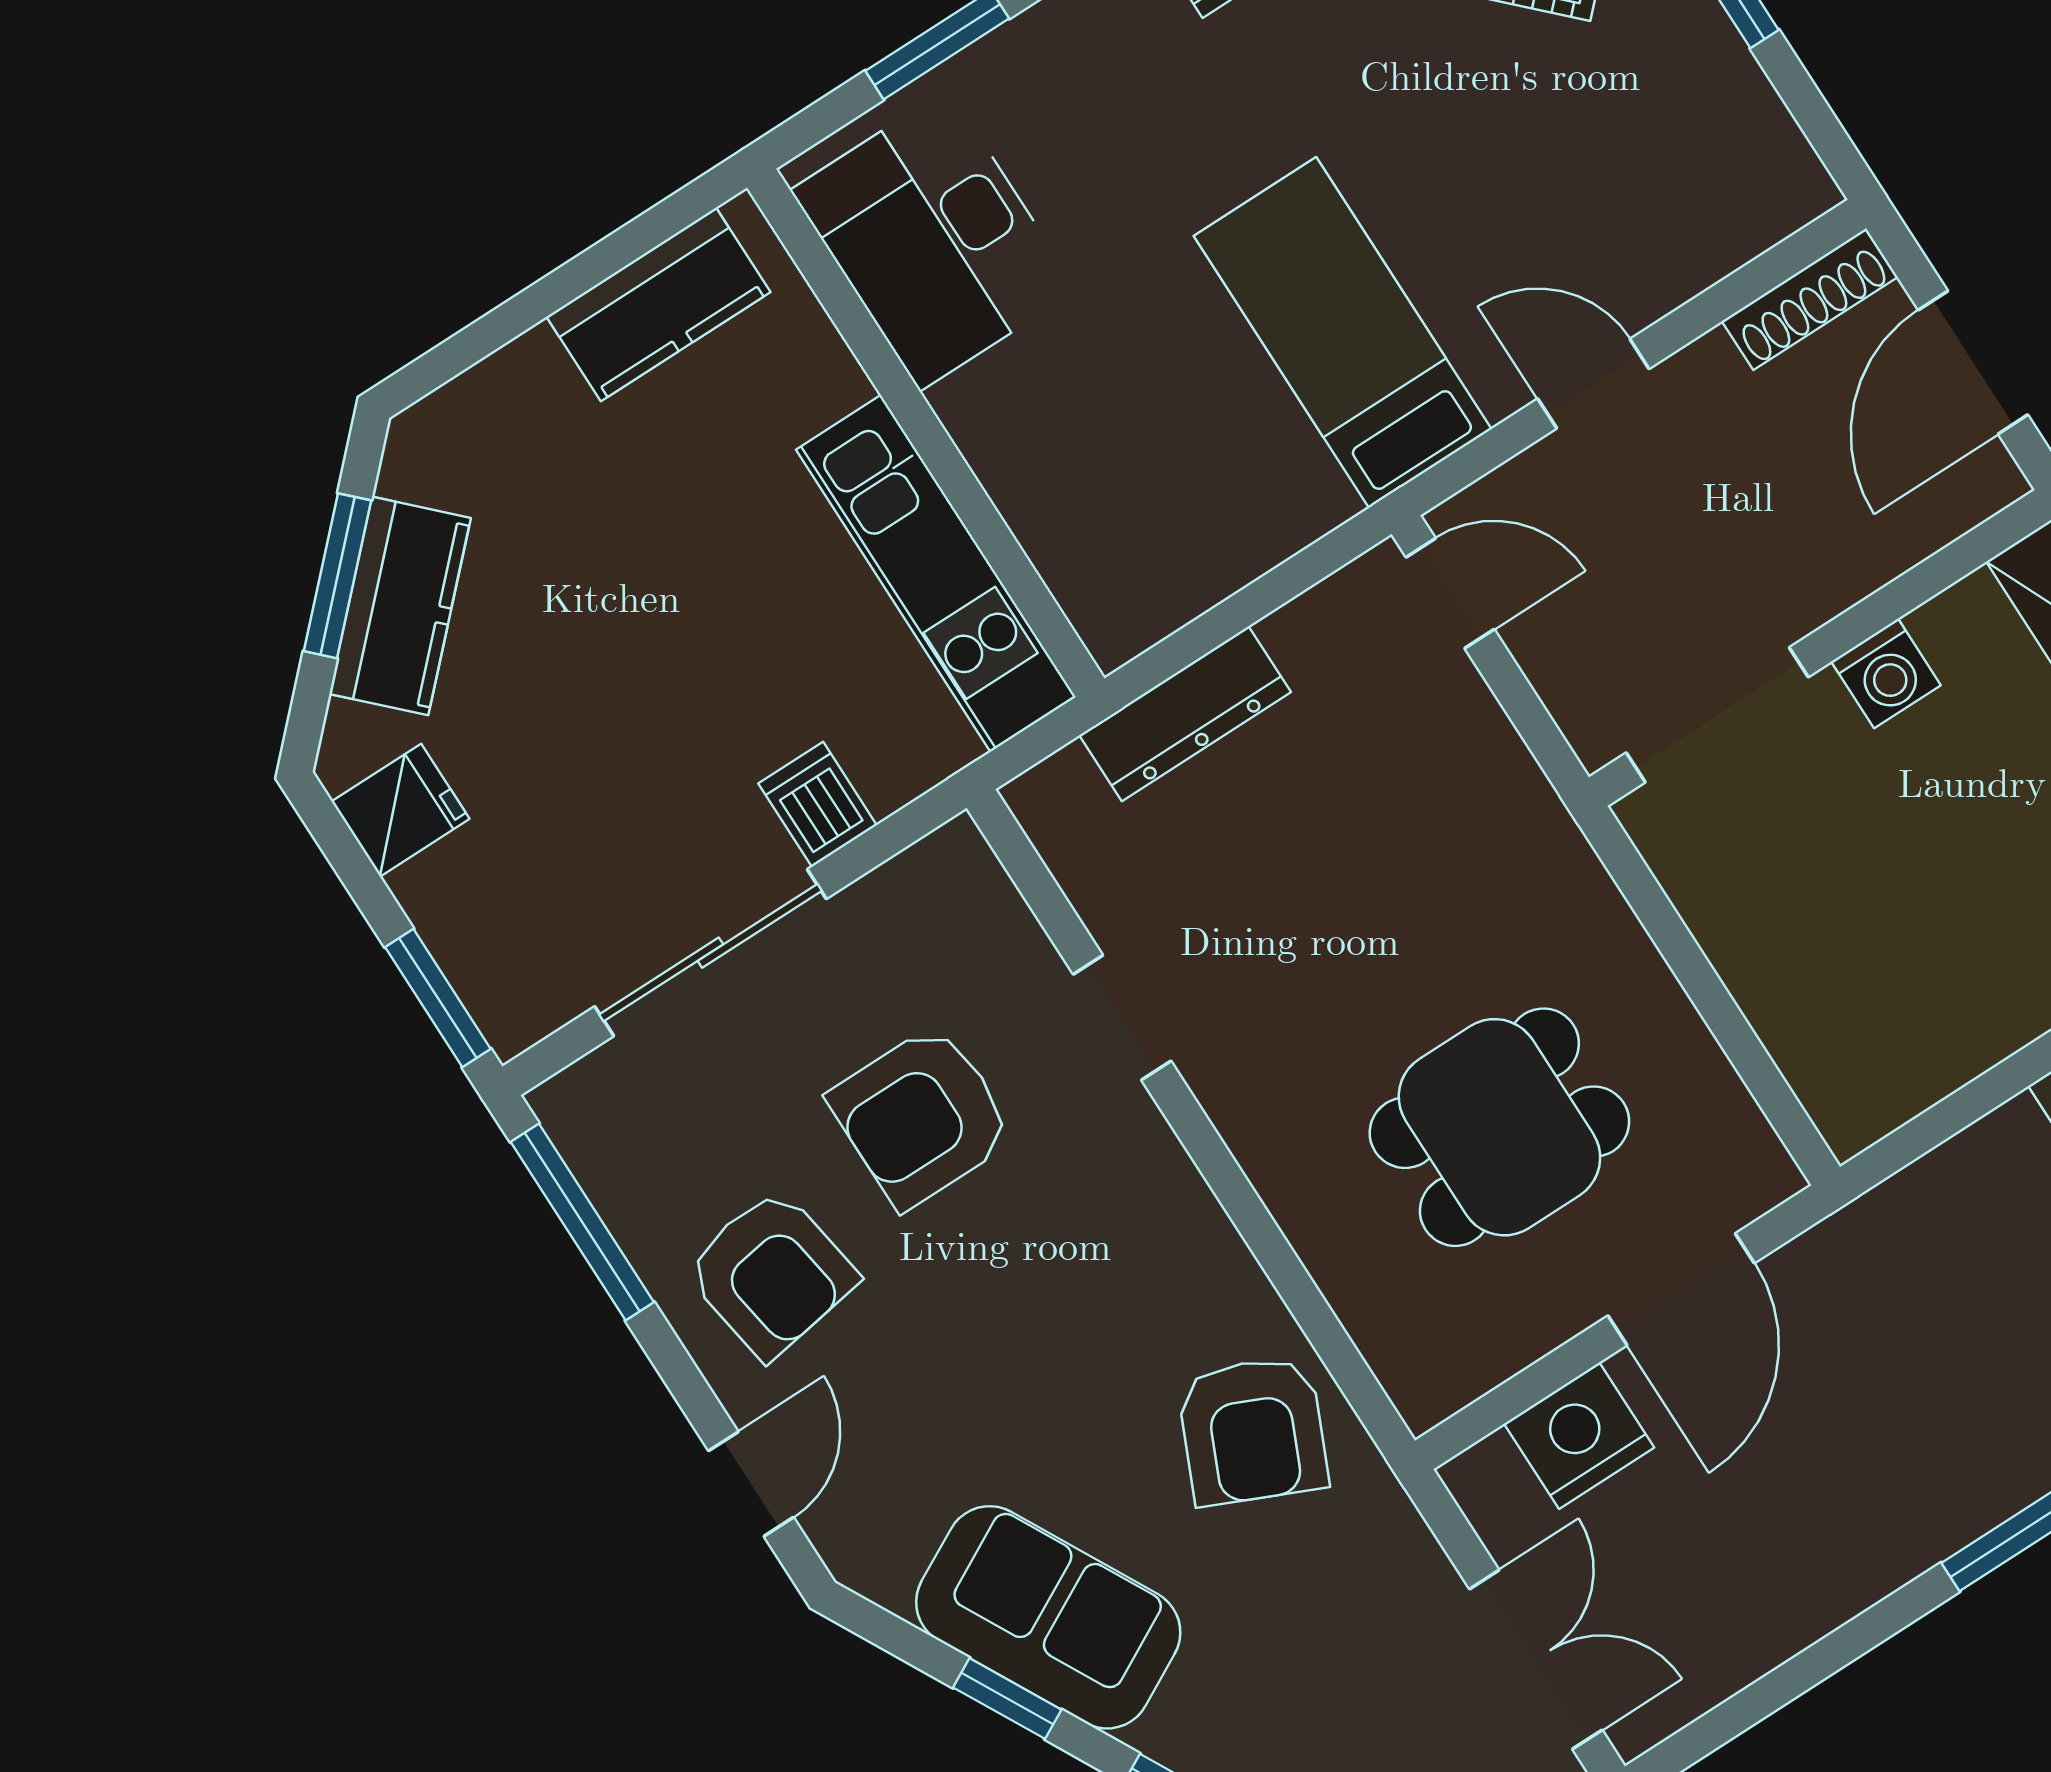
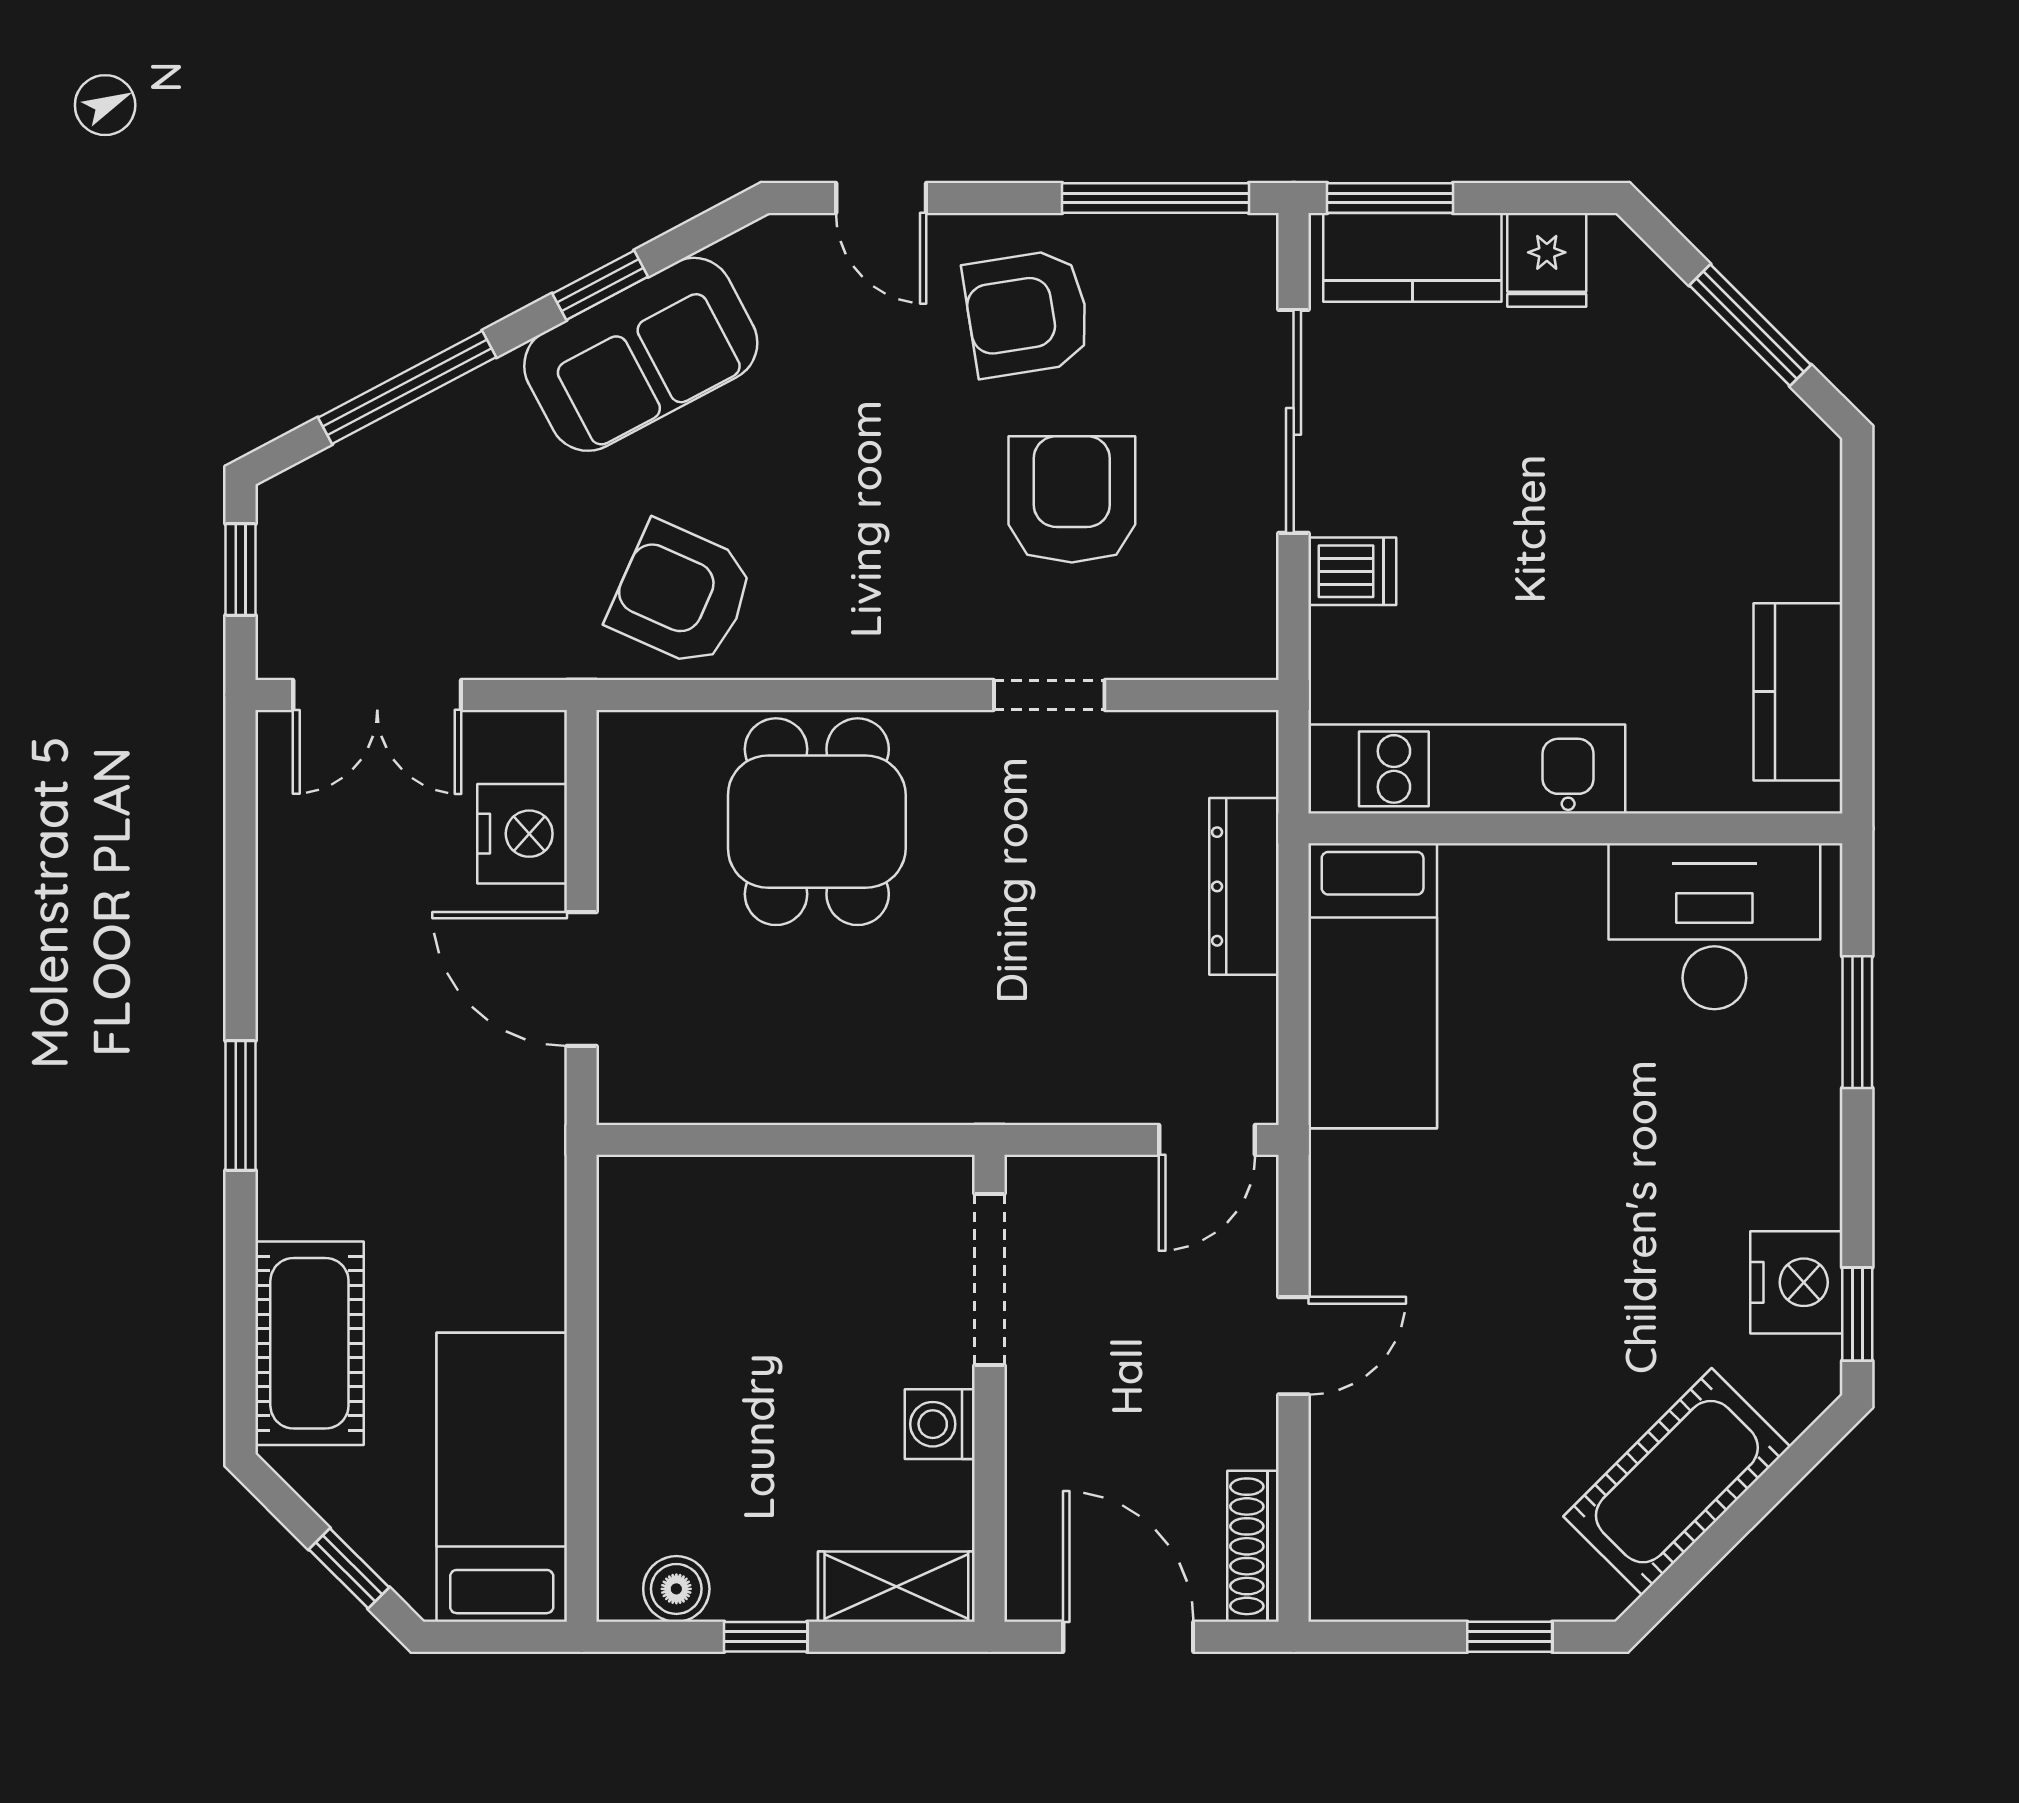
bed: (1343, 332) -> (1373, 986), moved, turned 90
kitchen counter: (400, 606) -> (1412, 257), moved, turned -45
dining table: (1499, 1127) -> (817, 822), moved

